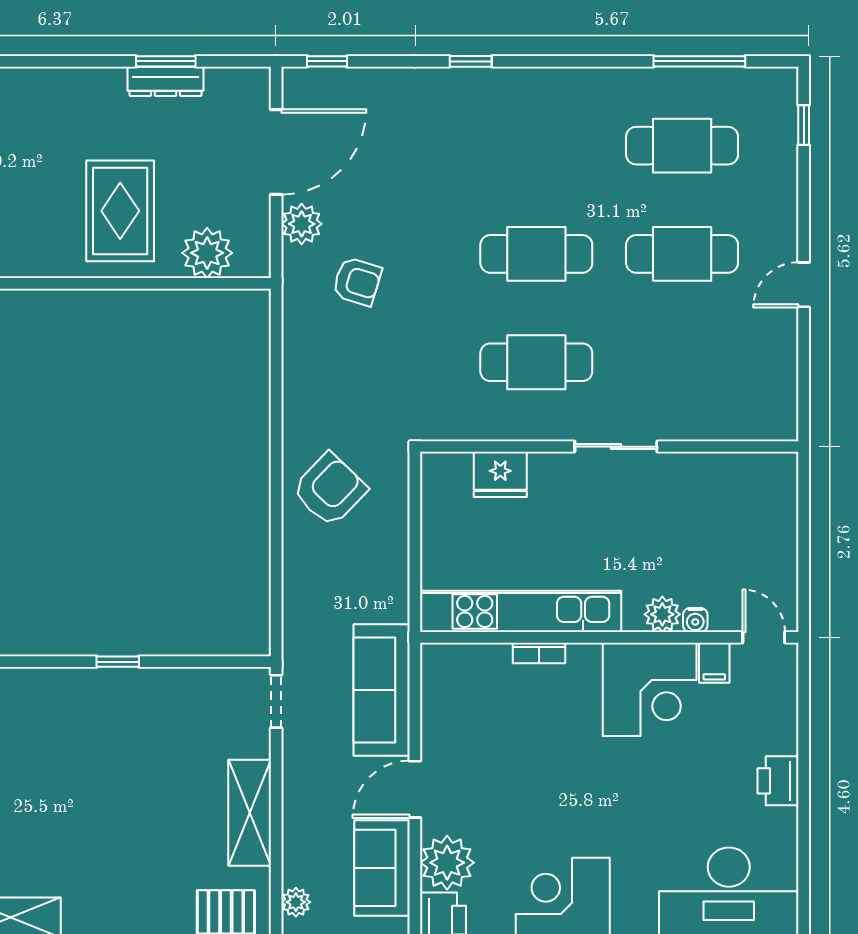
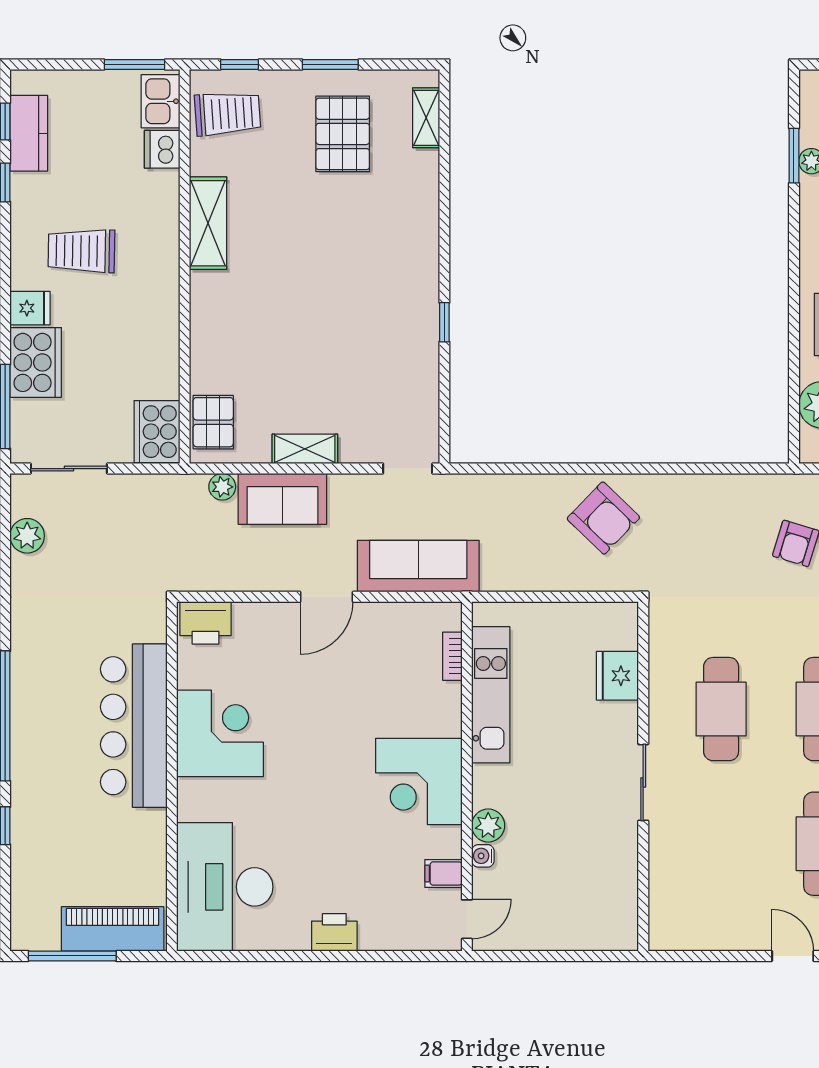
kitchen unit: (521, 611) -> (491, 695), width x0.73
bookcase: (539, 653) -> (452, 656), moved
corner desk: (650, 689) -> (419, 781), moved
door: (415, 789) -> (327, 597), swing flipped
shelving: (250, 813) -> (305, 449), width x0.67, depth x0.75
plant: (447, 863) -> (259, 627), removed
sofa: (382, 868) -> (282, 499), moved, turned 180

